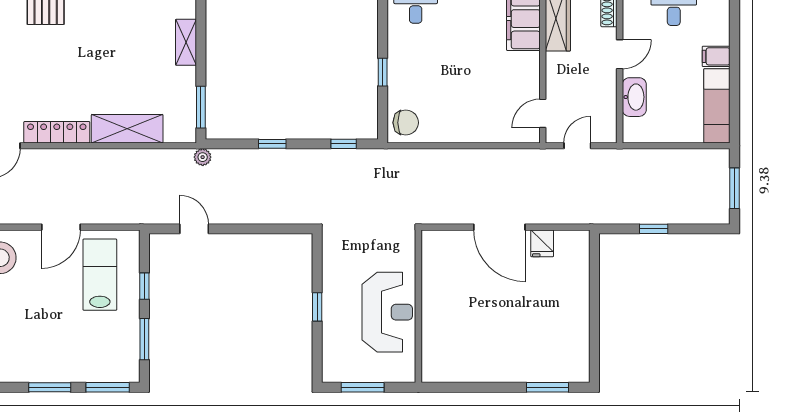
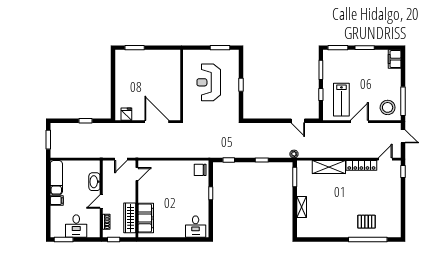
fridge: (542, 243) -> (126, 114), moved
wall: (418, 306) -> (182, 85), moved

